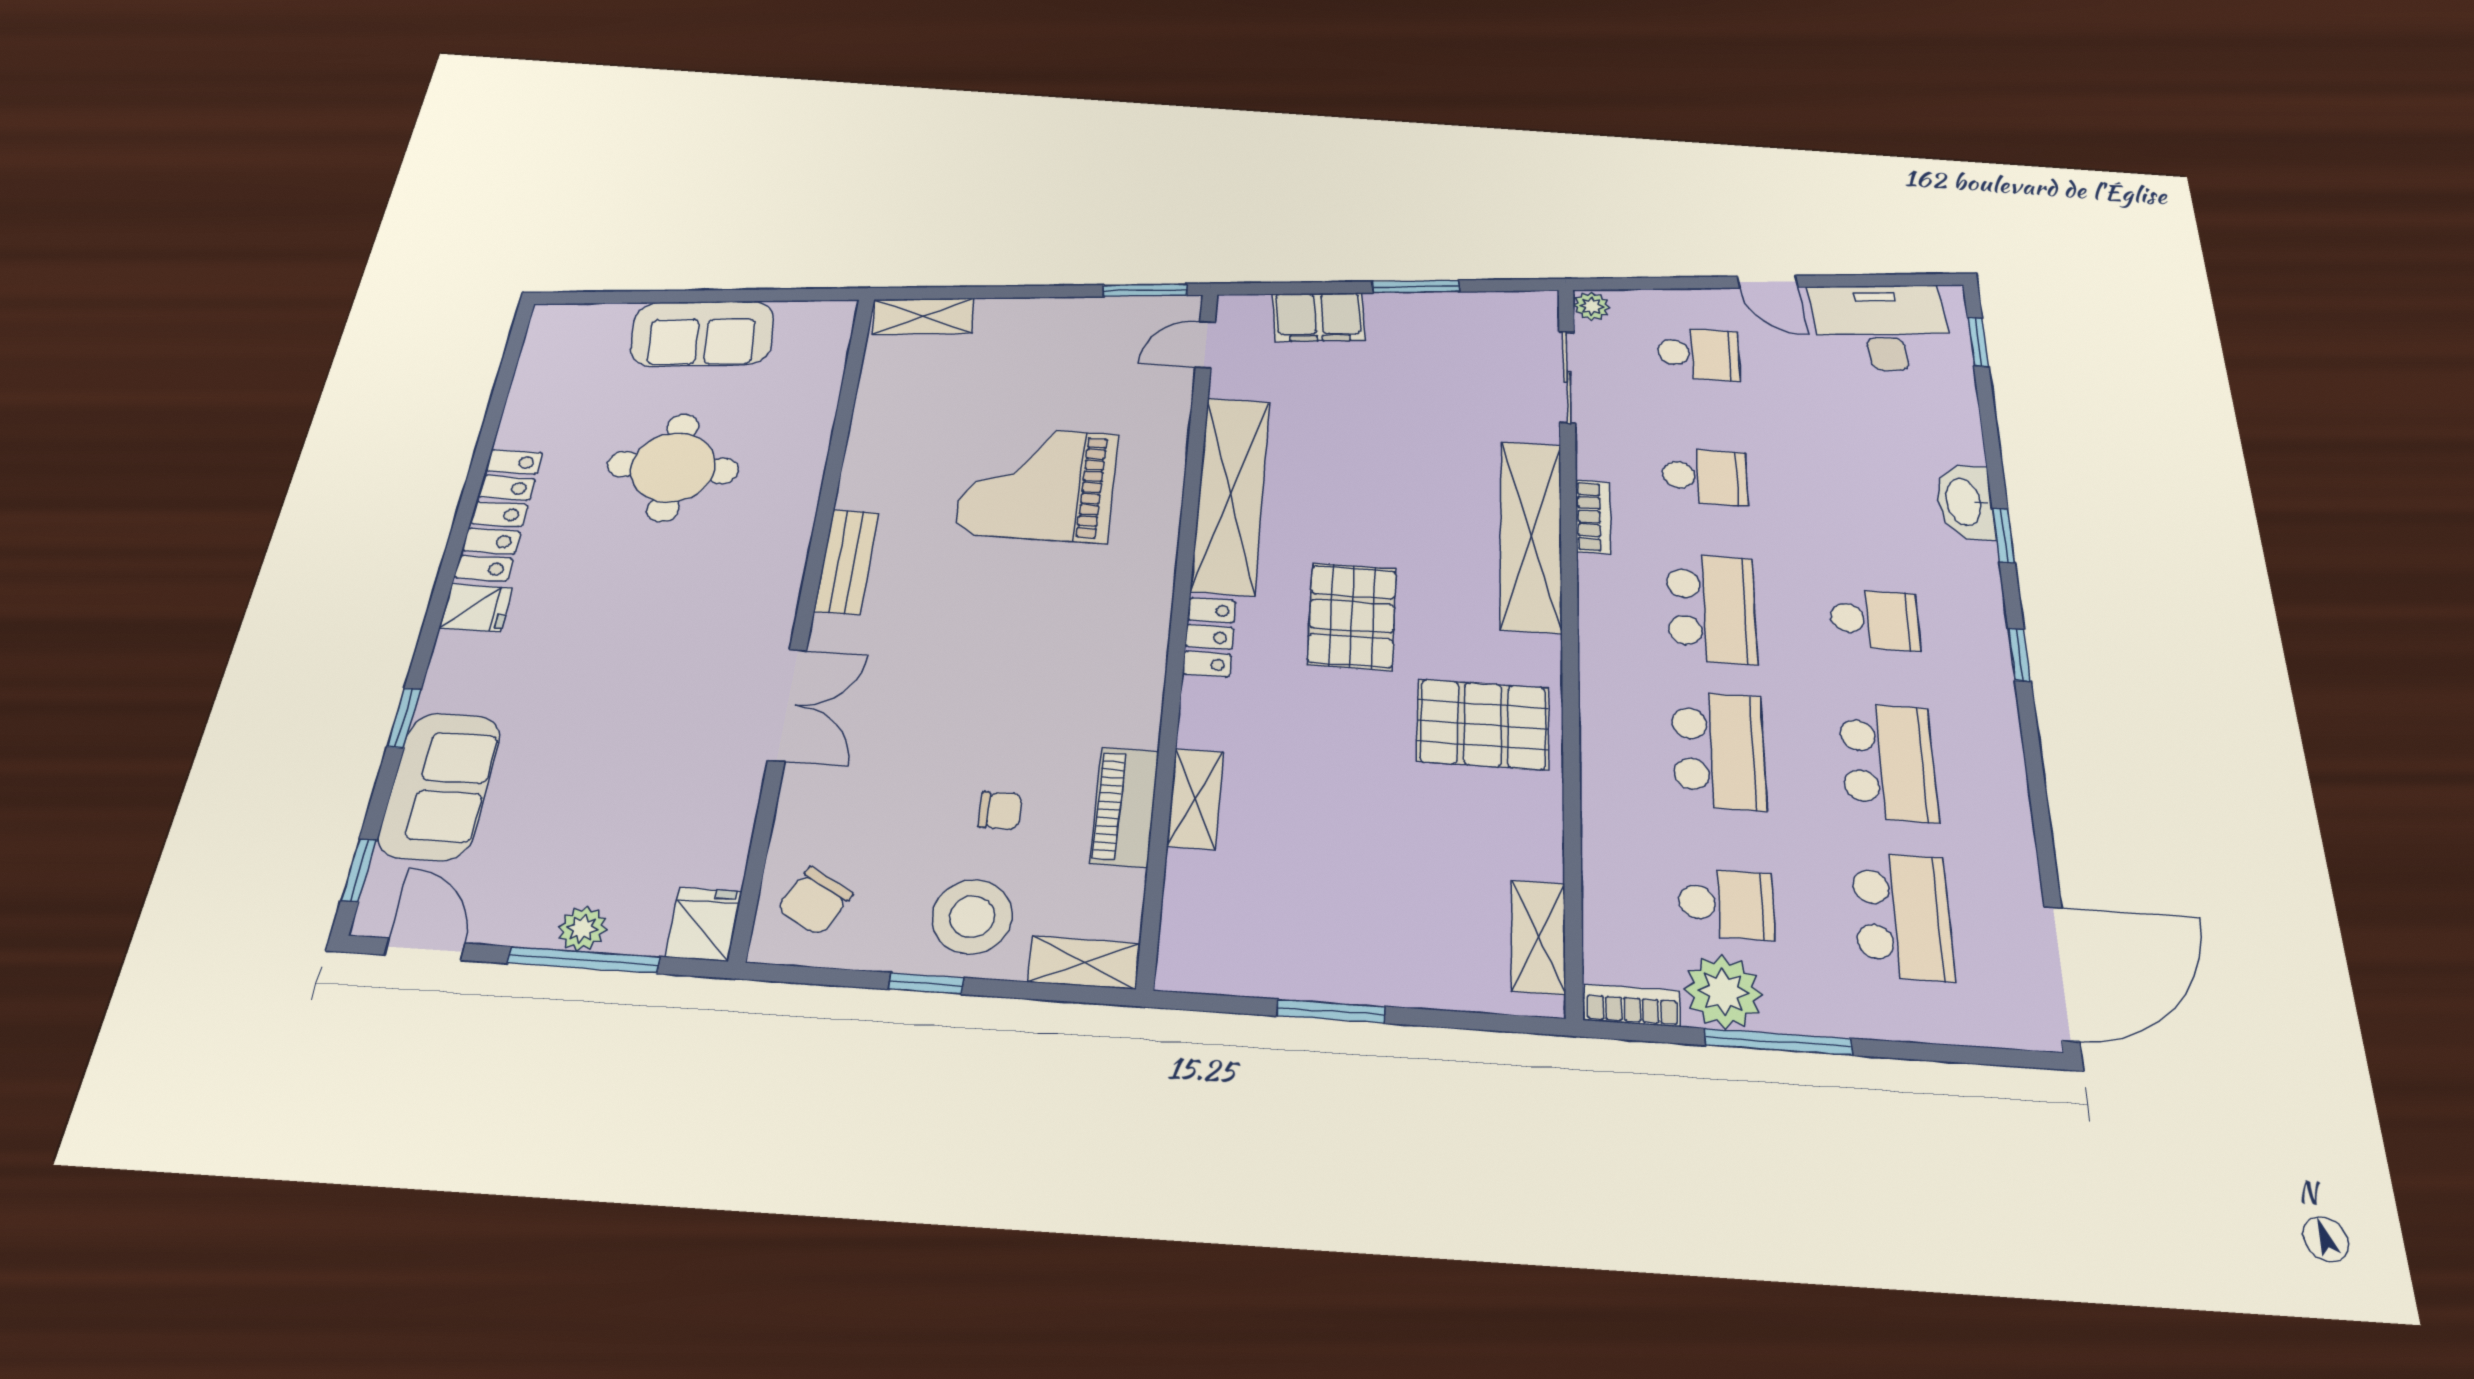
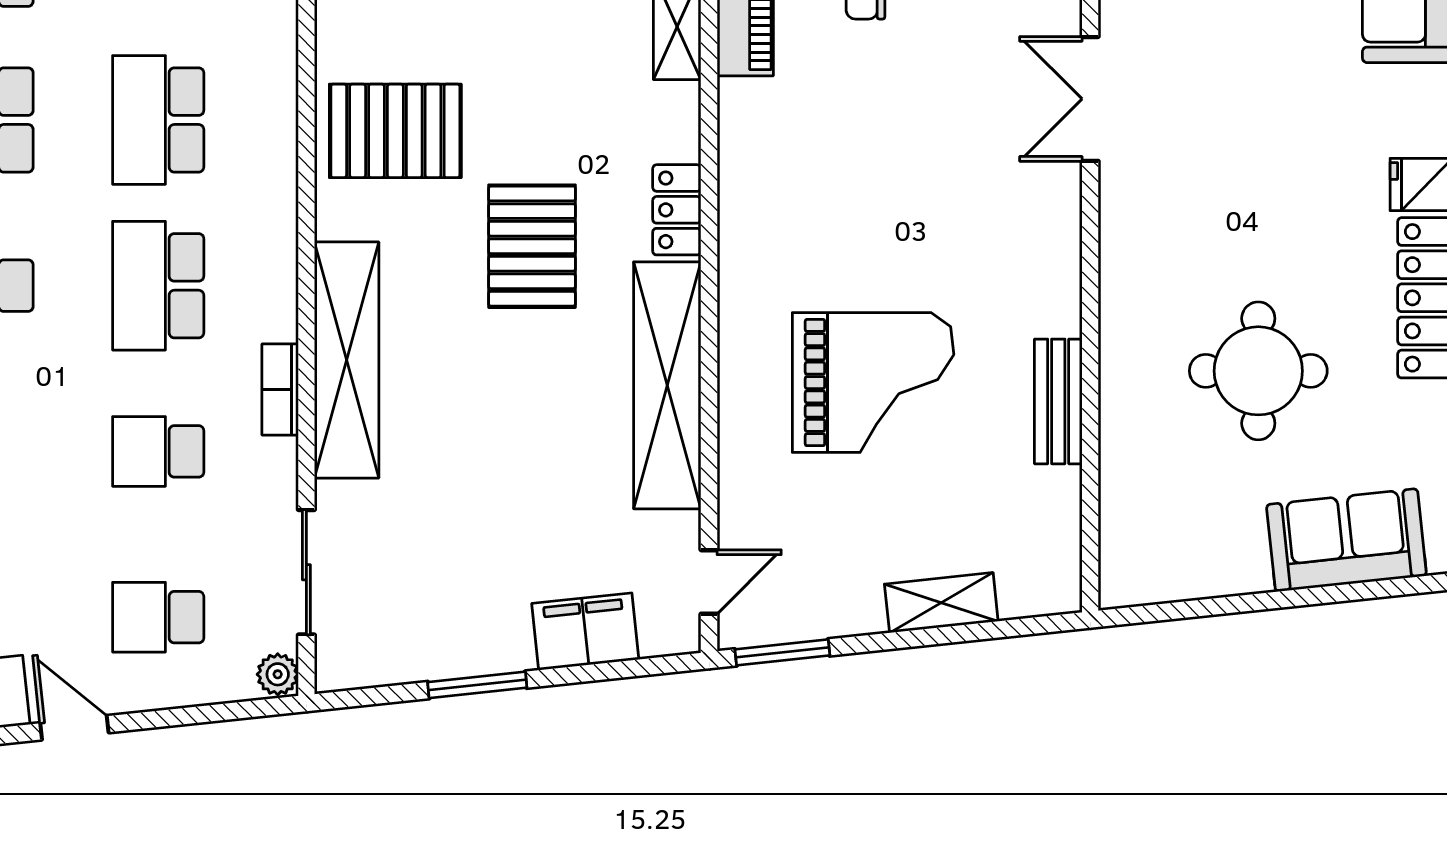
shelving: (923, 316) -> (941, 603), moved
sofa: (702, 333) -> (1346, 540), moved
bench: (846, 562) -> (1058, 401), moved

